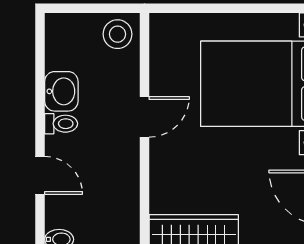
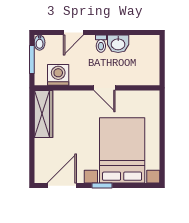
stool: (118, 34) -> (148, 74), removed
washing machine: (120, 204) -> (58, 75), added

